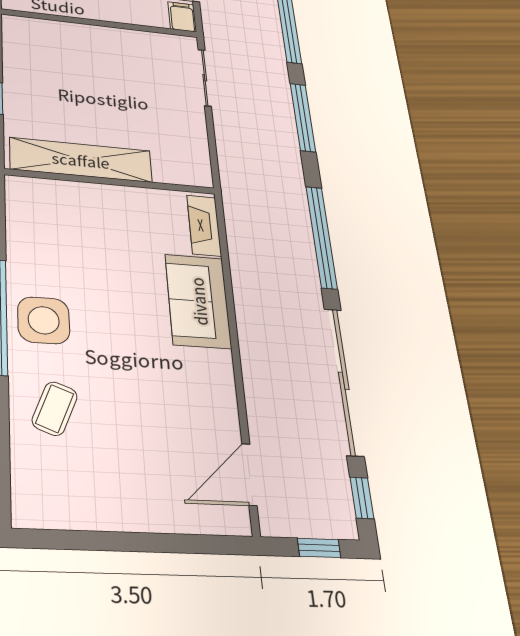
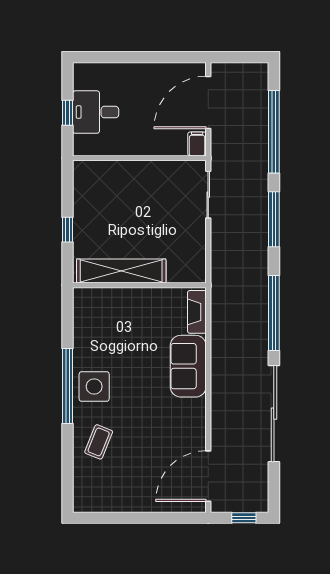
door: (249, 474) -> (208, 476), width x1.36
window: (362, 498) -> (274, 487), removed

